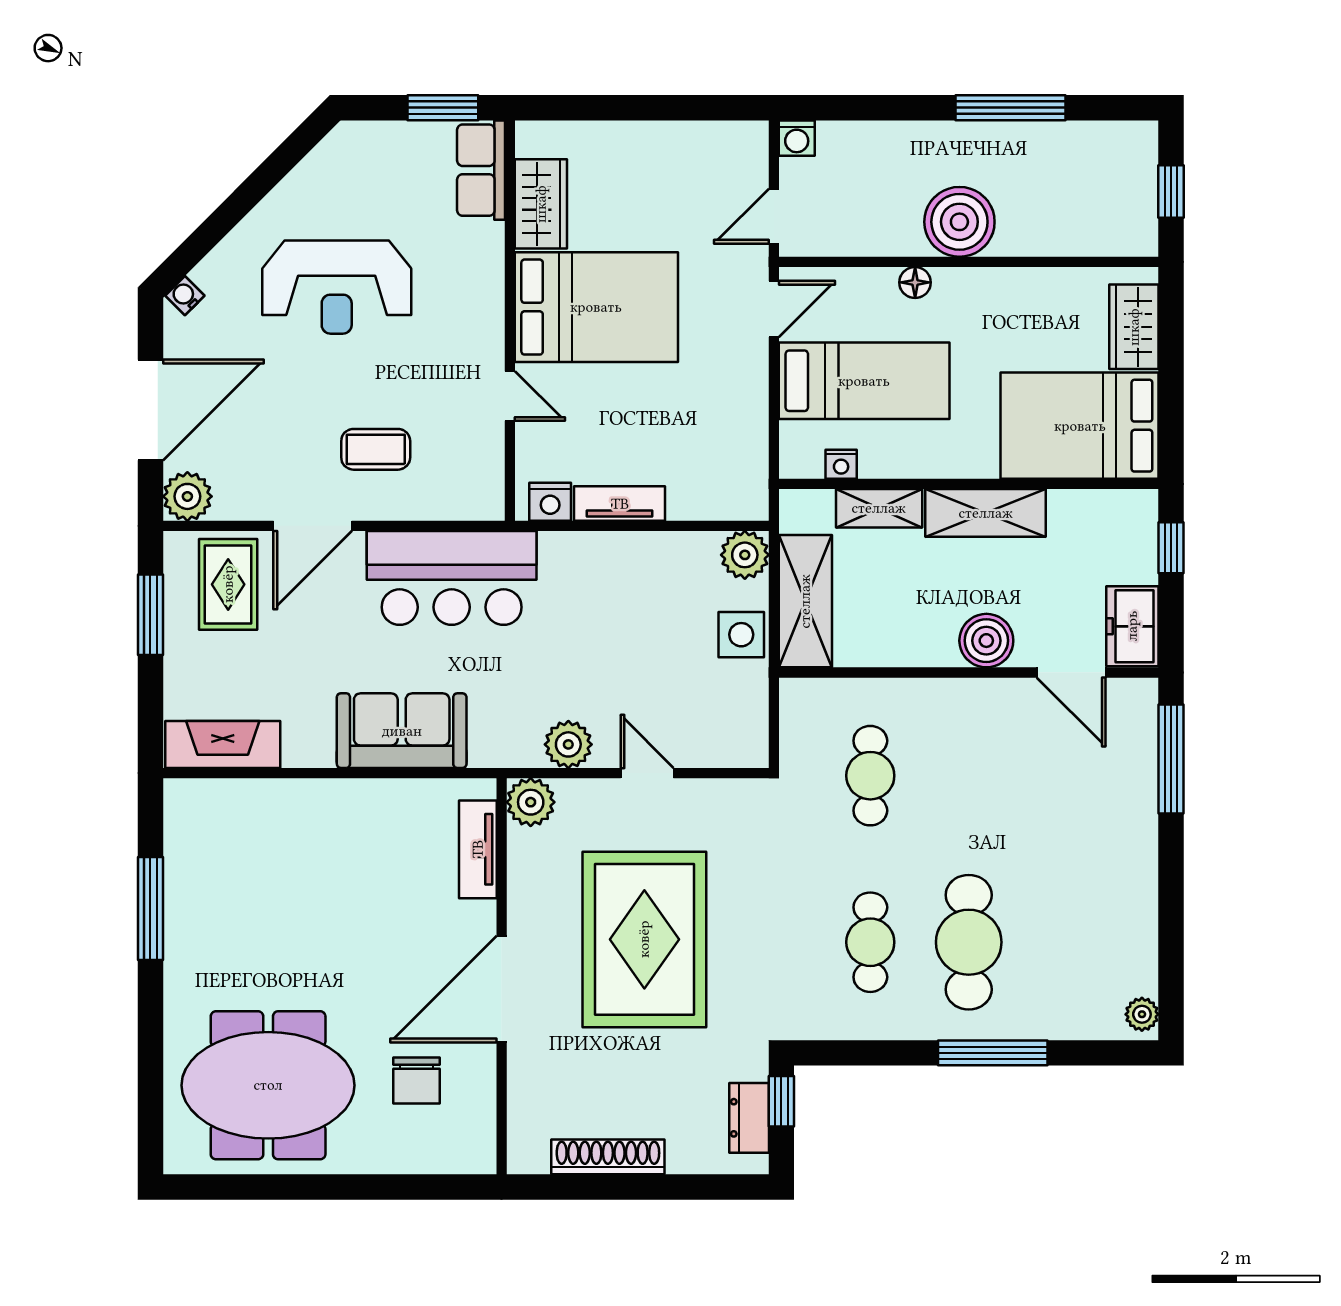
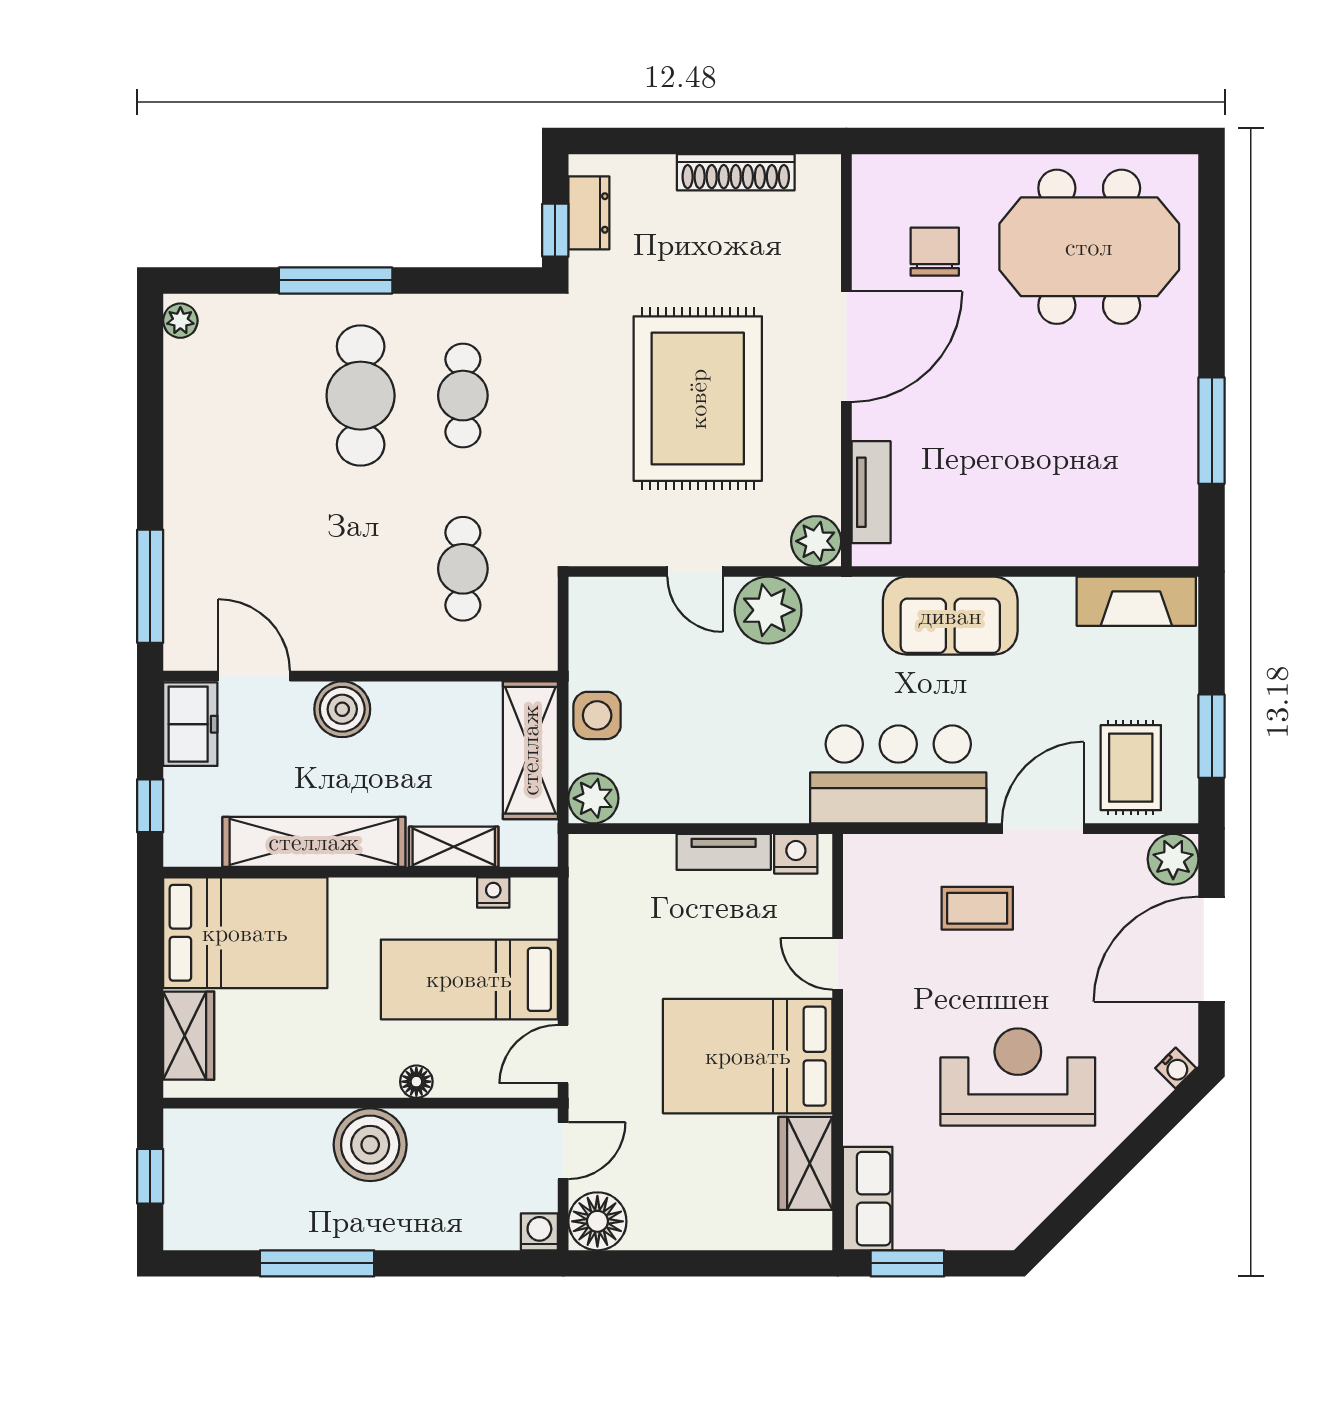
floor lamp: (741, 148) -> (597, 1221), added
shelving: (986, 513) -> (314, 842), width x1.47
plant: (568, 744) -> (768, 610), width x1.36, depth x1.36

